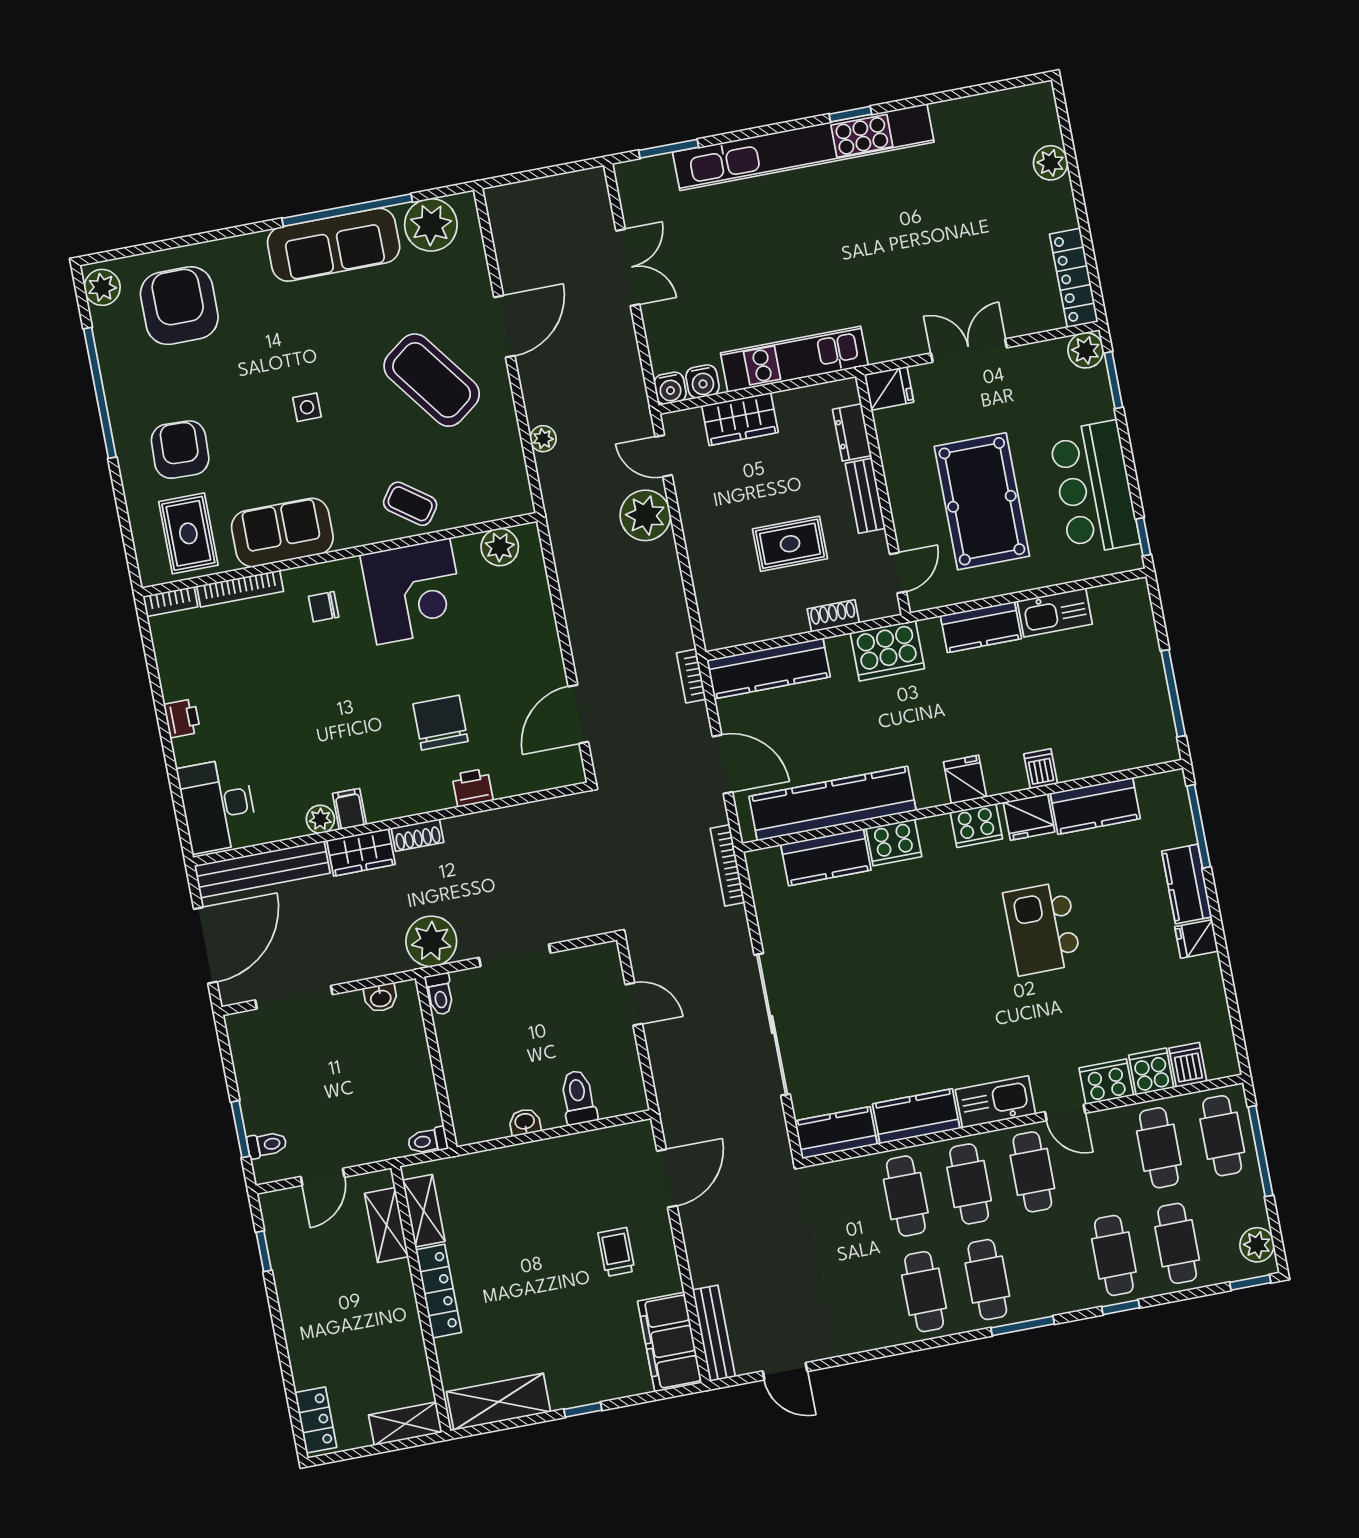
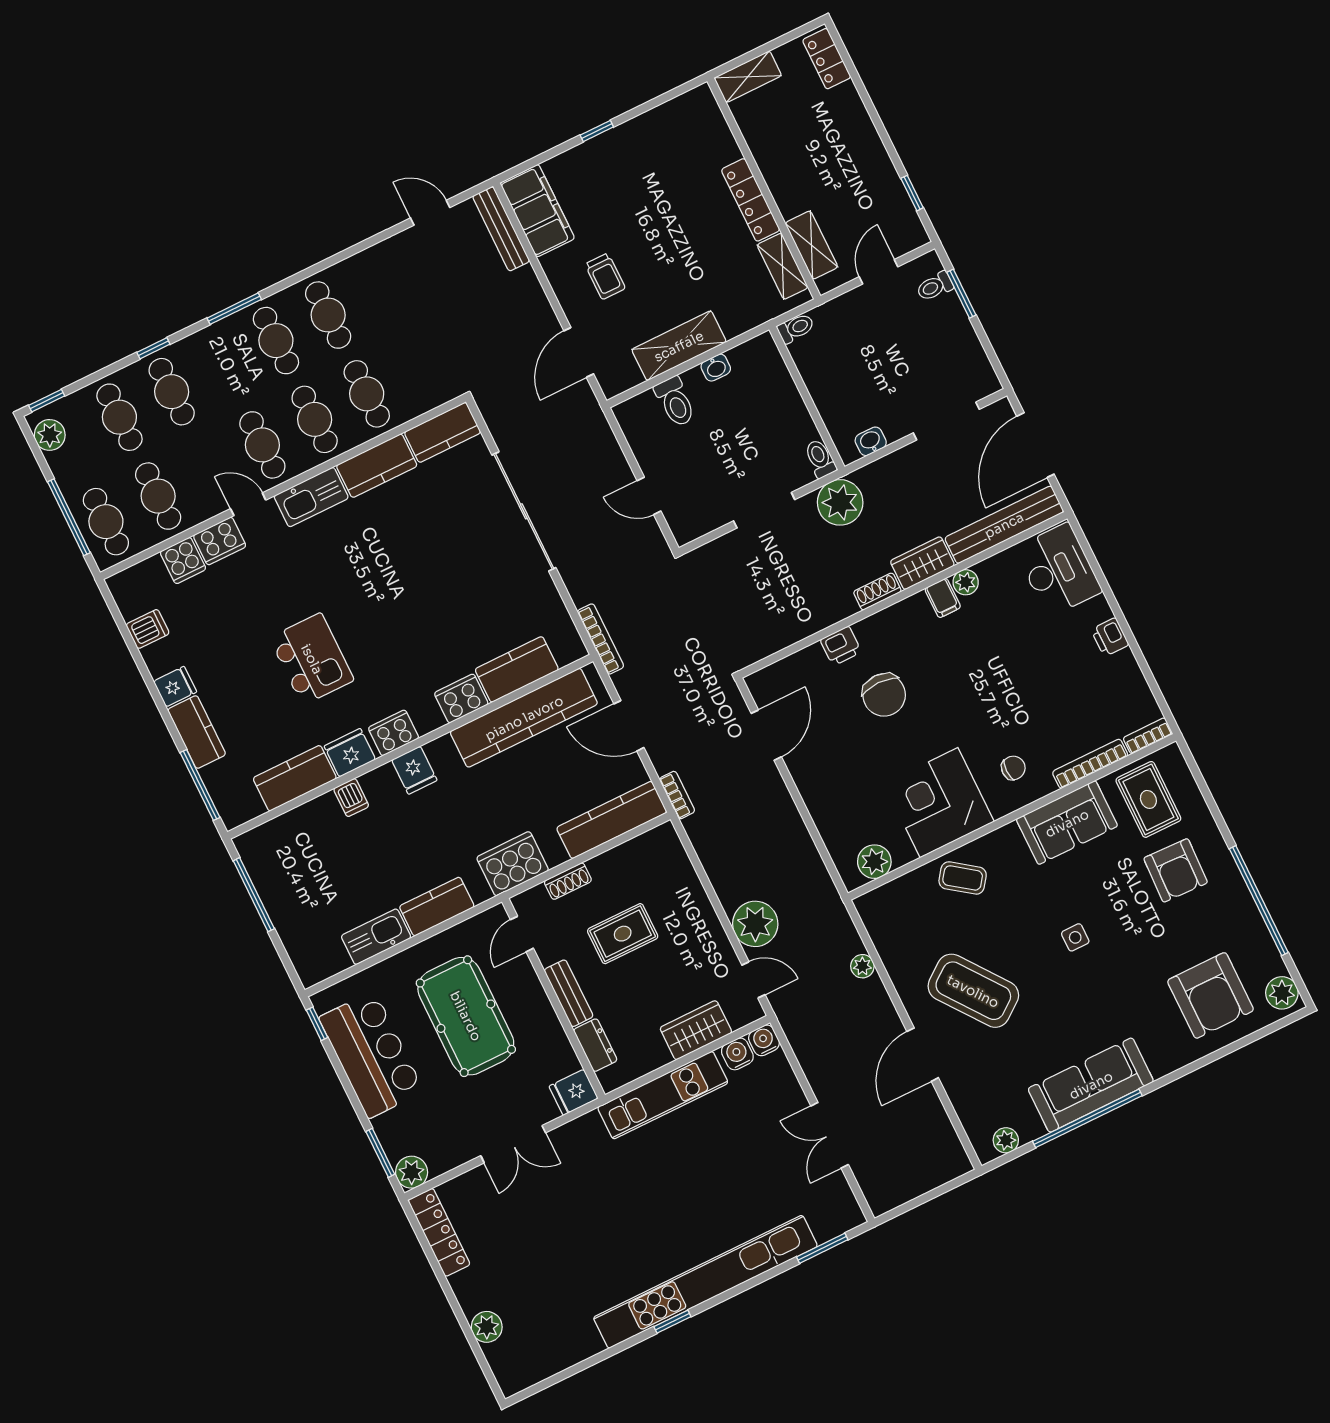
plant: (431, 225) -> (1006, 1140), width x0.53, depth x0.53
dishwasher: (1188, 1065) -> (148, 629), moved, turned -90
shelving: (499, 1402) -> (679, 346), moved

